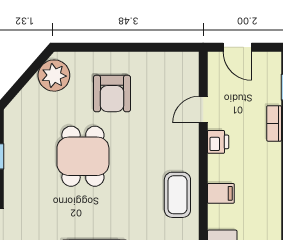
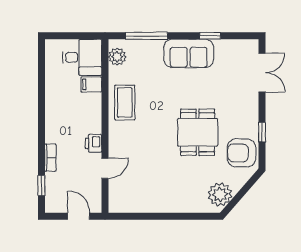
armchair: (112, 93) -> (241, 153), moved, turned -90
filing cabinet: (221, 193) -> (91, 84), moved

